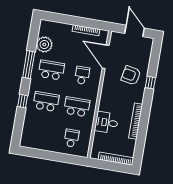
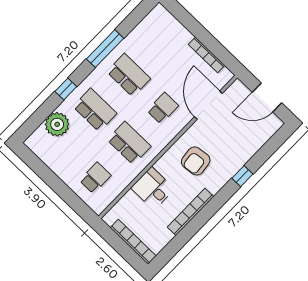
door: (135, 31) -> (267, 98), swing flipped
plant: (44, 44) -> (57, 124), moved
armchair: (131, 75) -> (196, 161), moved, turned -108

